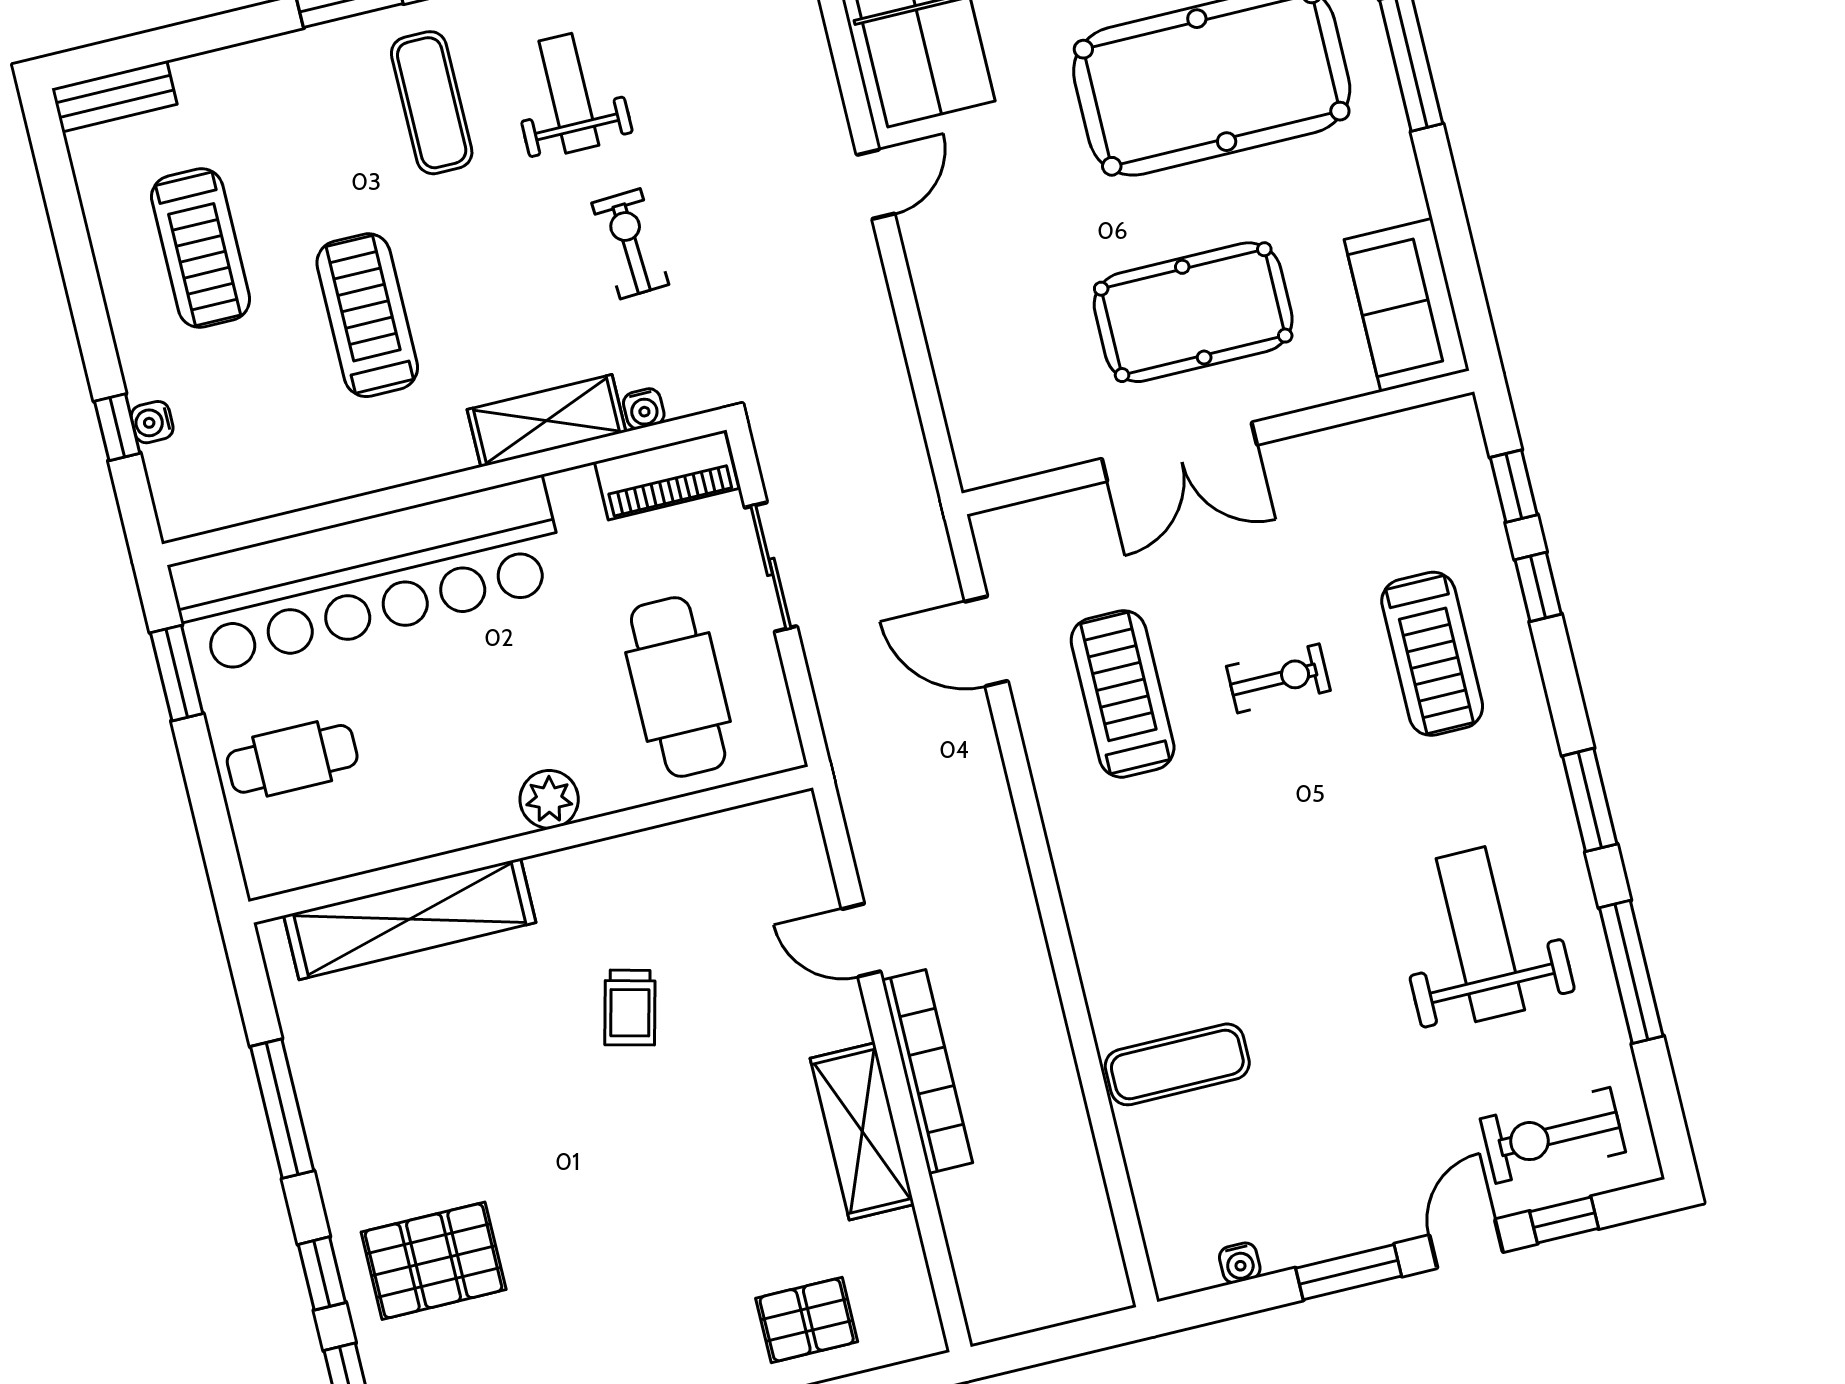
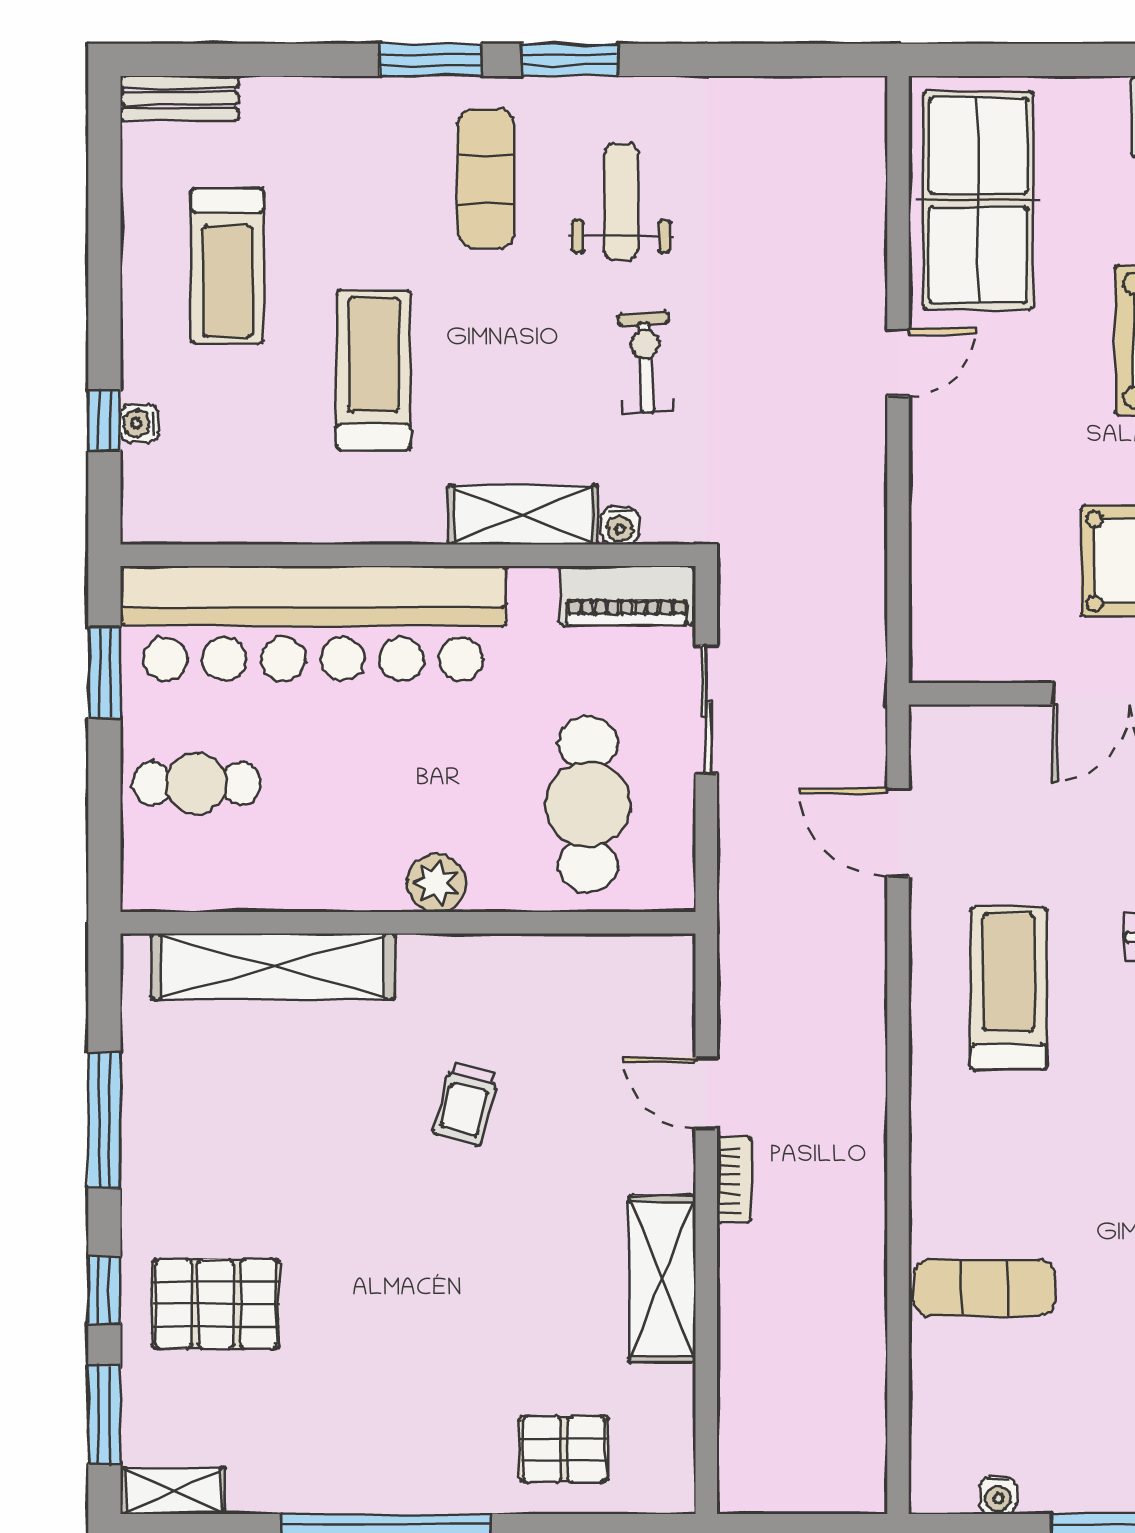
treadmill: (1123, 694) -> (1009, 989), moved
bookcase: (927, 1071) -> (734, 1180), width x0.43, depth x0.76

